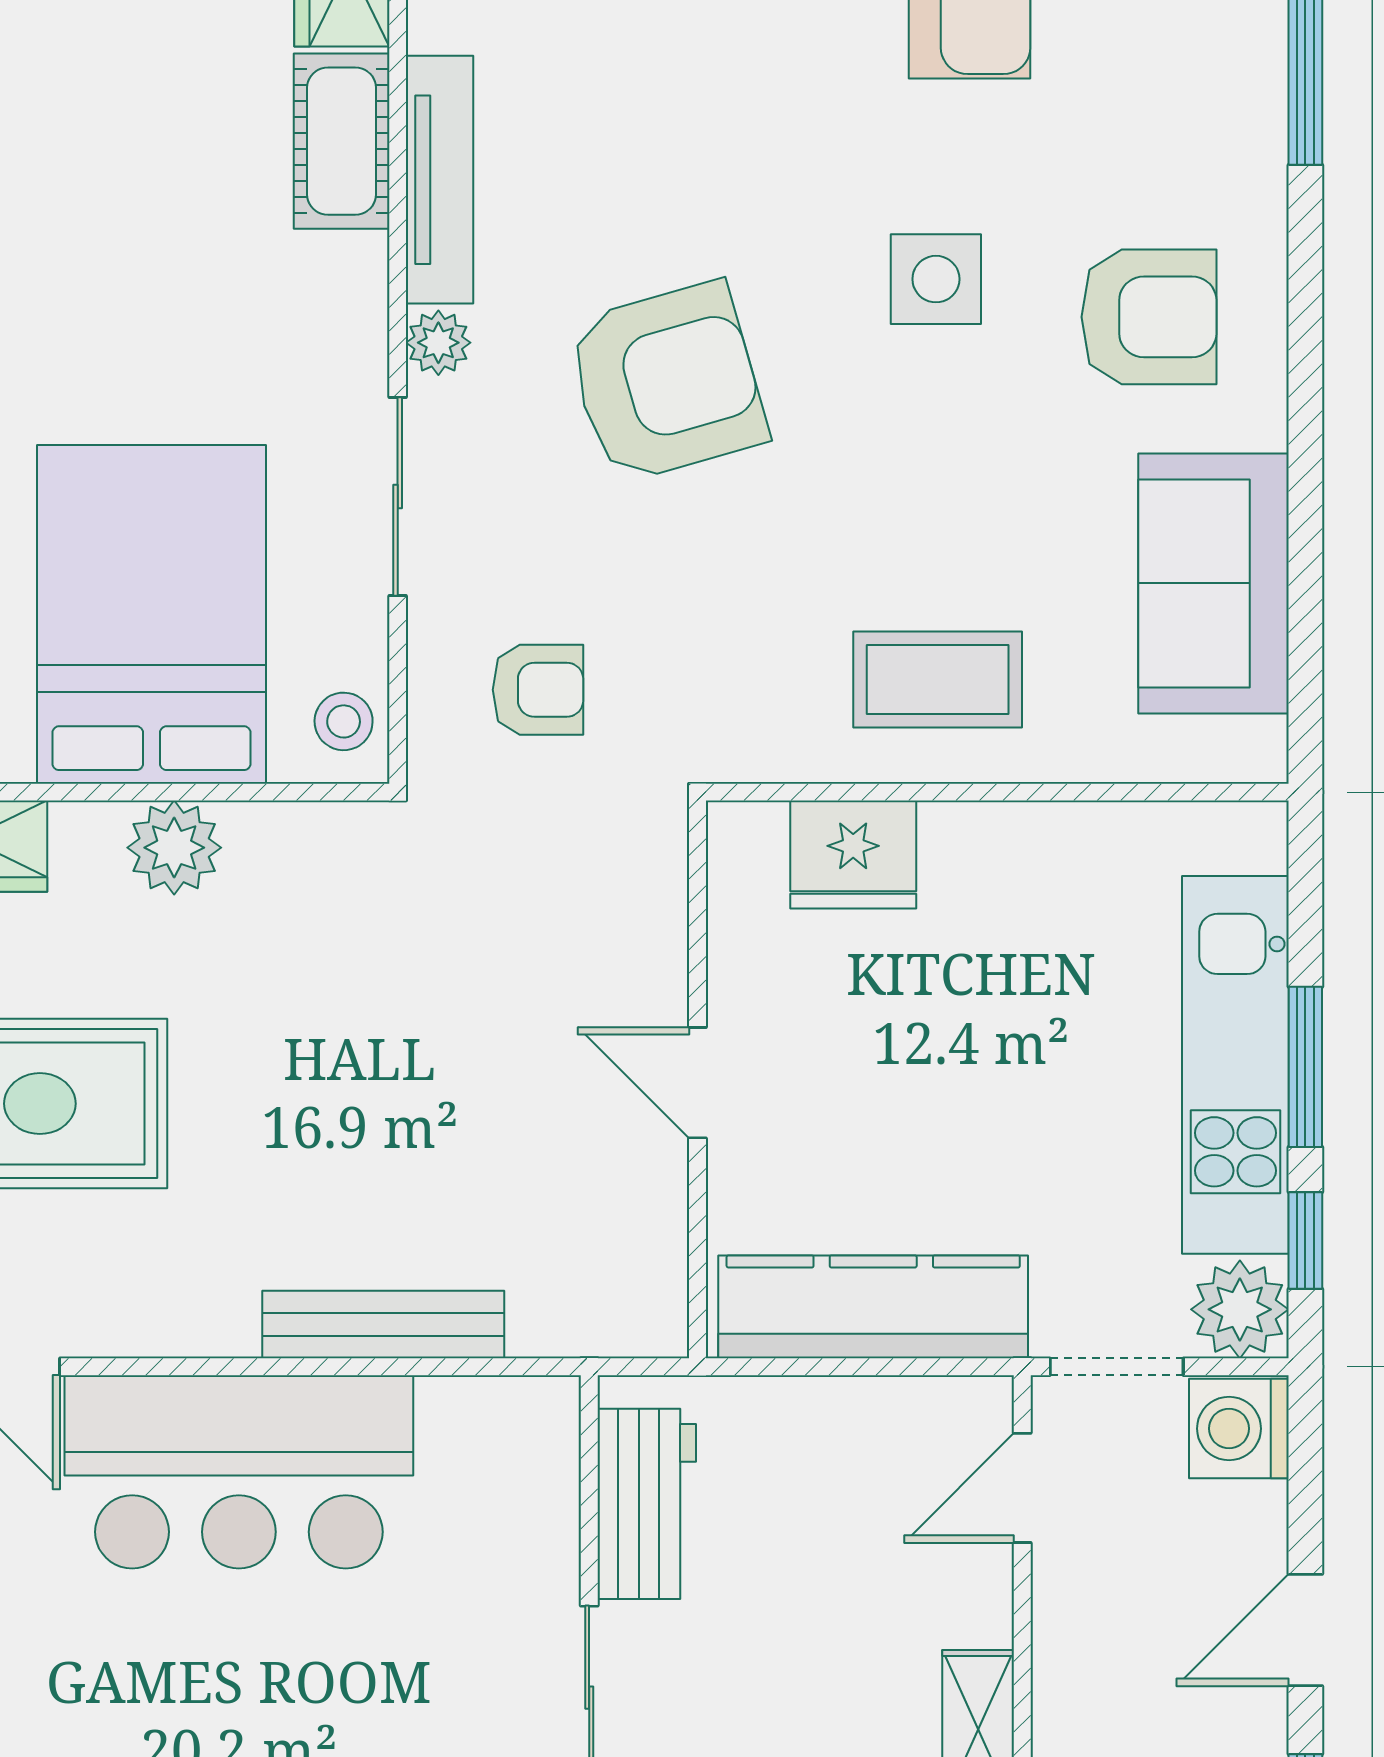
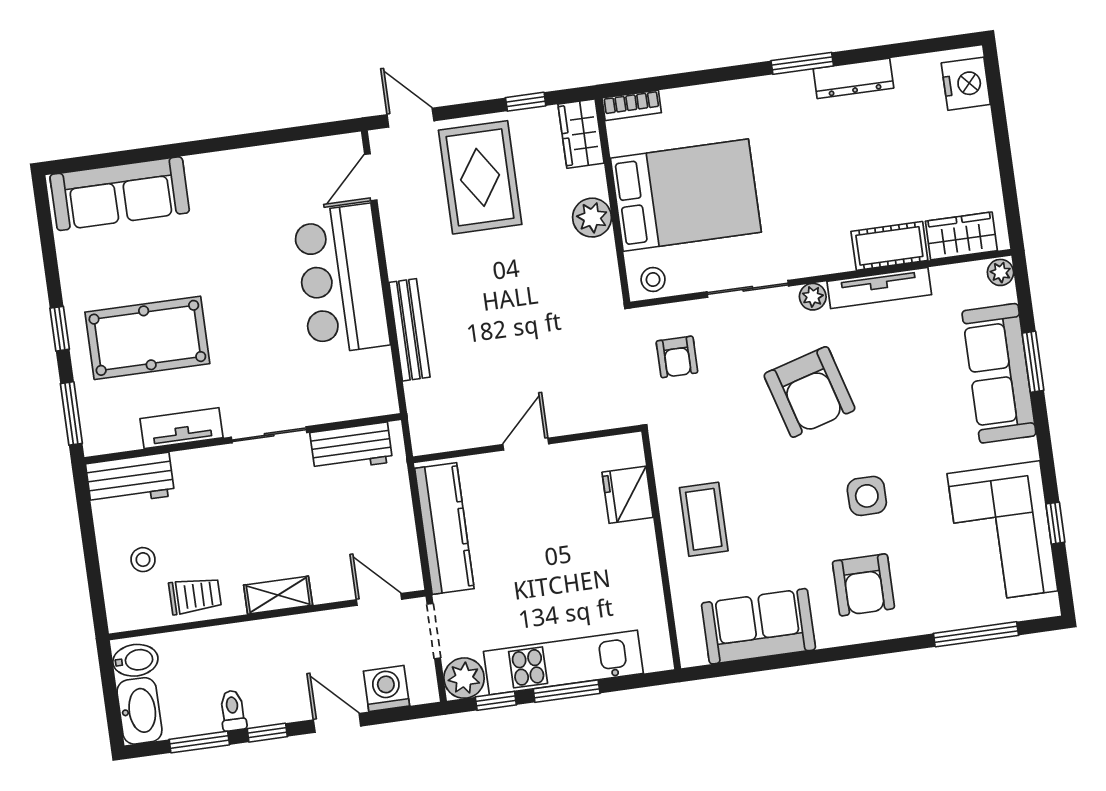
washing machine: (1239, 1429) -> (386, 688), moved

